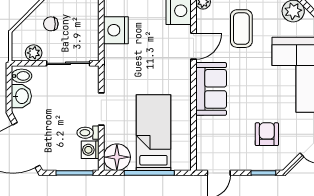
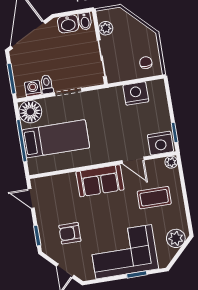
chair: (51, 24) -> (146, 63), moved
armchair: (267, 134) -> (70, 233), turned 180

